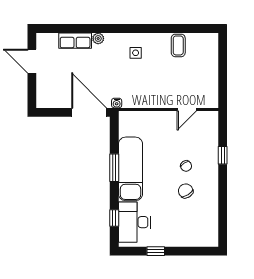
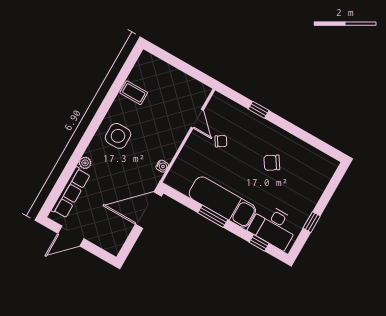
row of seats: (75, 41) -> (71, 192), width x1.48
side table: (136, 53) -> (118, 136), width x1.87, depth x1.87
water cooler: (117, 103) -> (162, 166), moved
chair: (186, 166) -> (221, 141), moved

